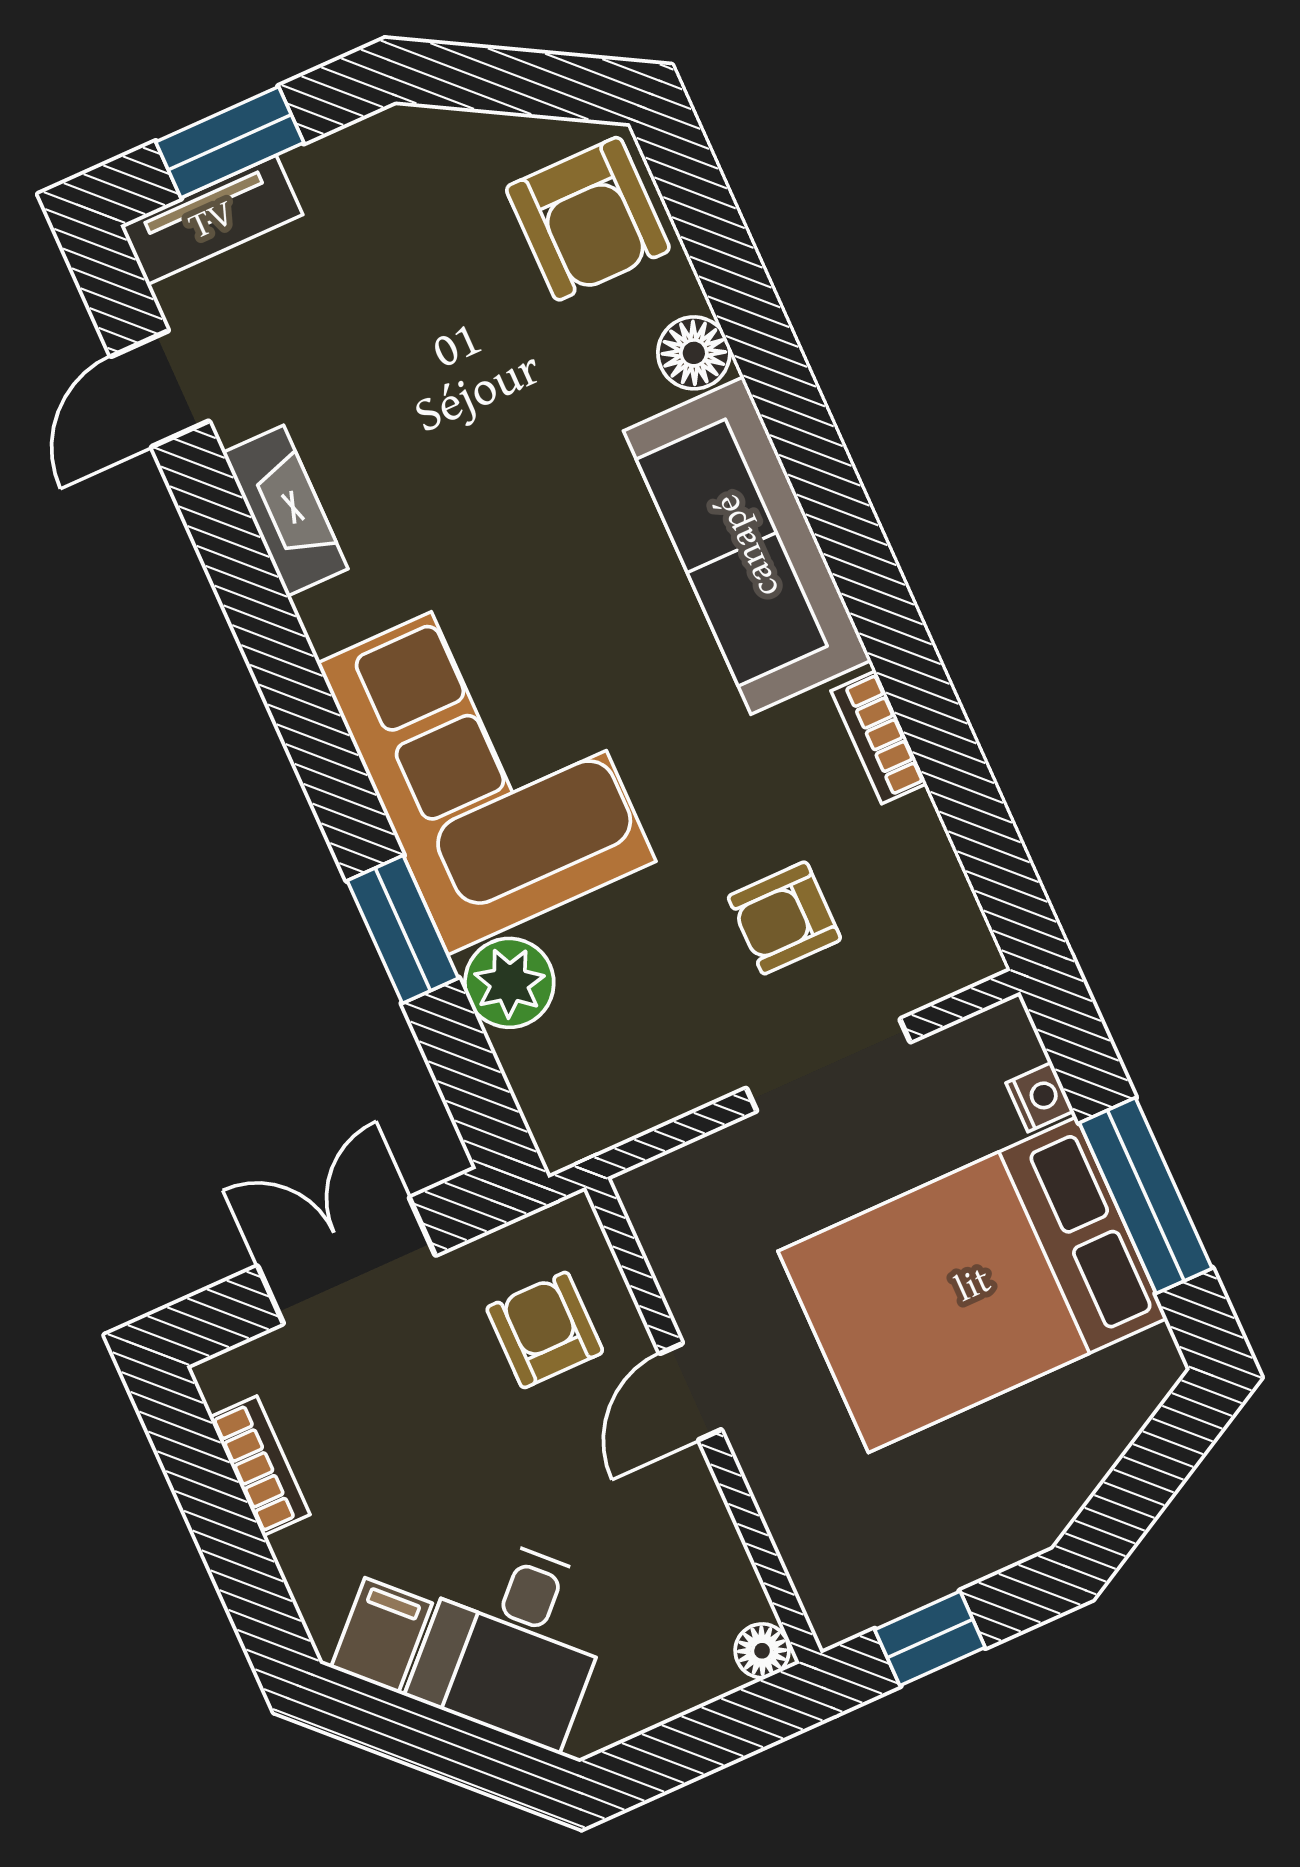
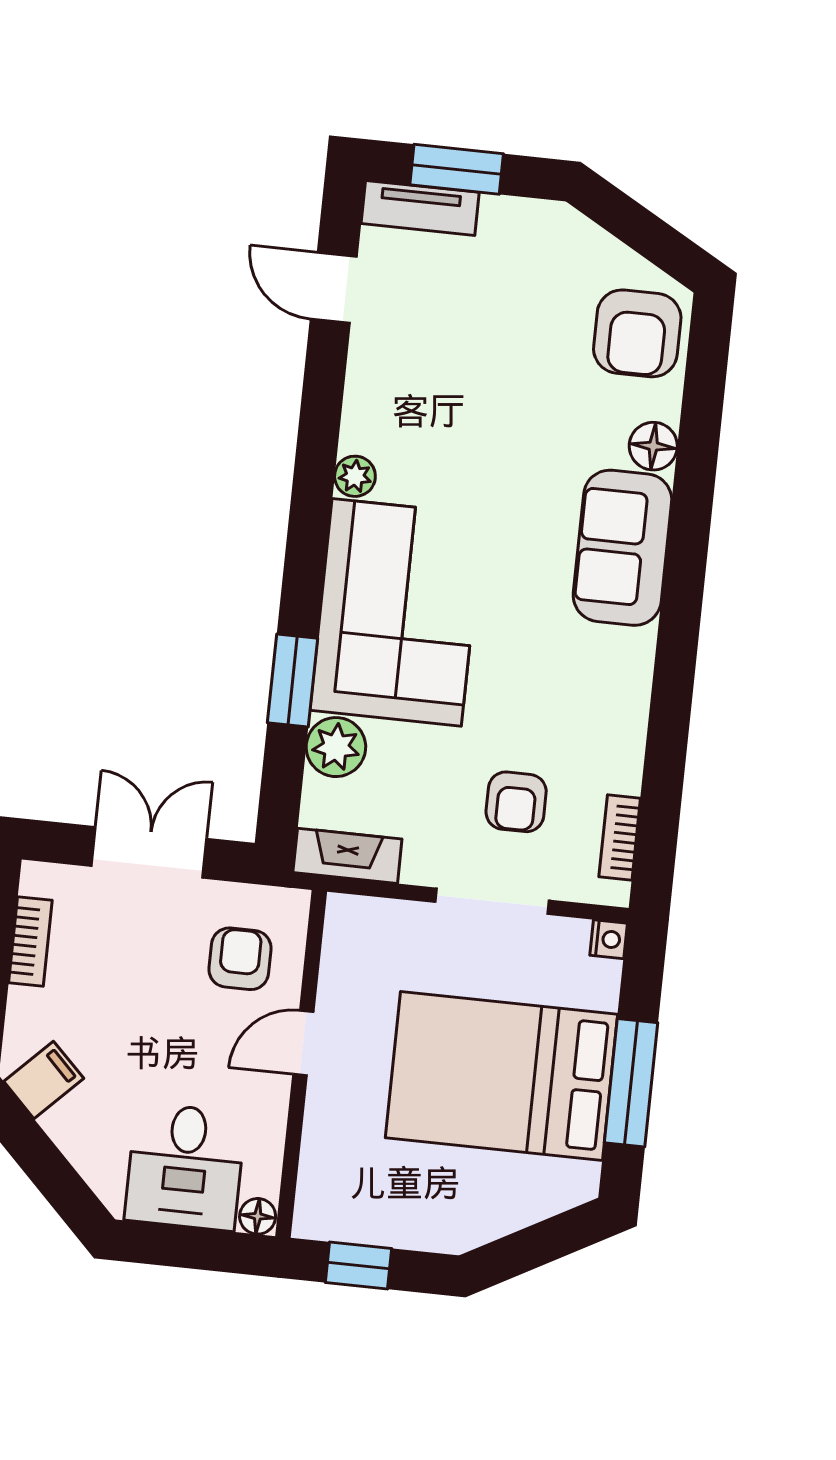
door: (160, 389) -> (334, 288), hinge flipped
fireplace: (285, 511) -> (347, 856), moved, turned -90
sofa: (747, 546) -> (622, 548), width x0.73
plant: (330, 617) -> (355, 476), added
bookcase: (879, 737) -> (620, 837), moved
armchair: (784, 918) -> (516, 802), turned -90
nightstand: (1040, 1097) -> (609, 939), moved
desk: (513, 1641) -> (185, 1167), moved, turned -45

